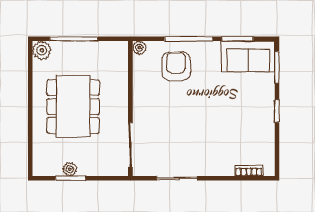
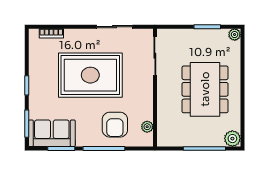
plant: (139, 48) -> (147, 127), moved
rug: (204, 123) -> (90, 75), added
plant: (70, 169) -> (235, 35), moved

